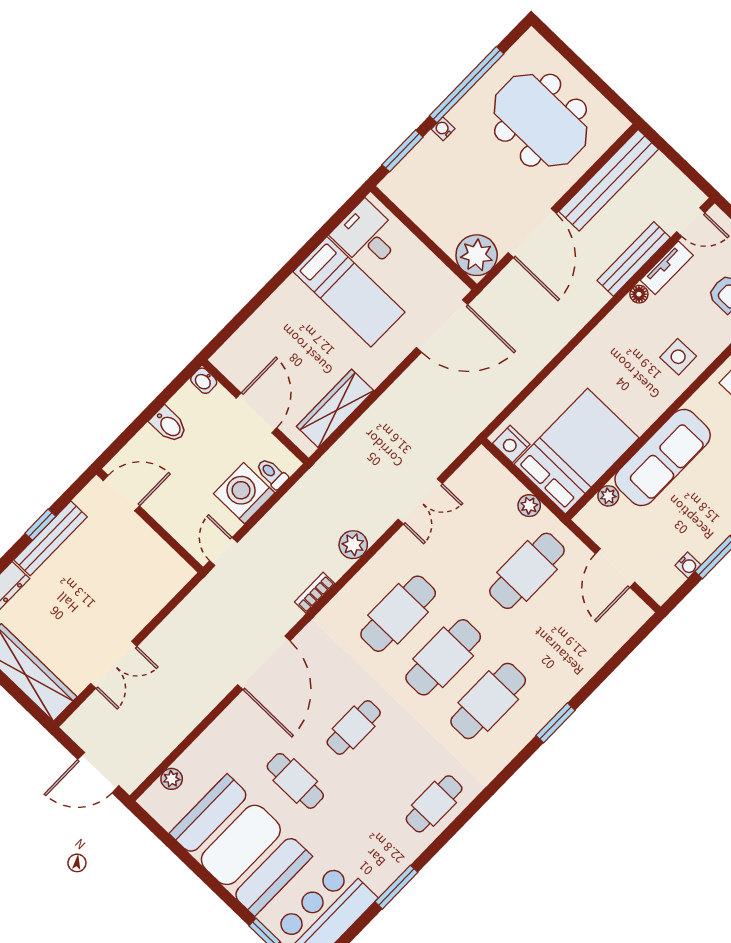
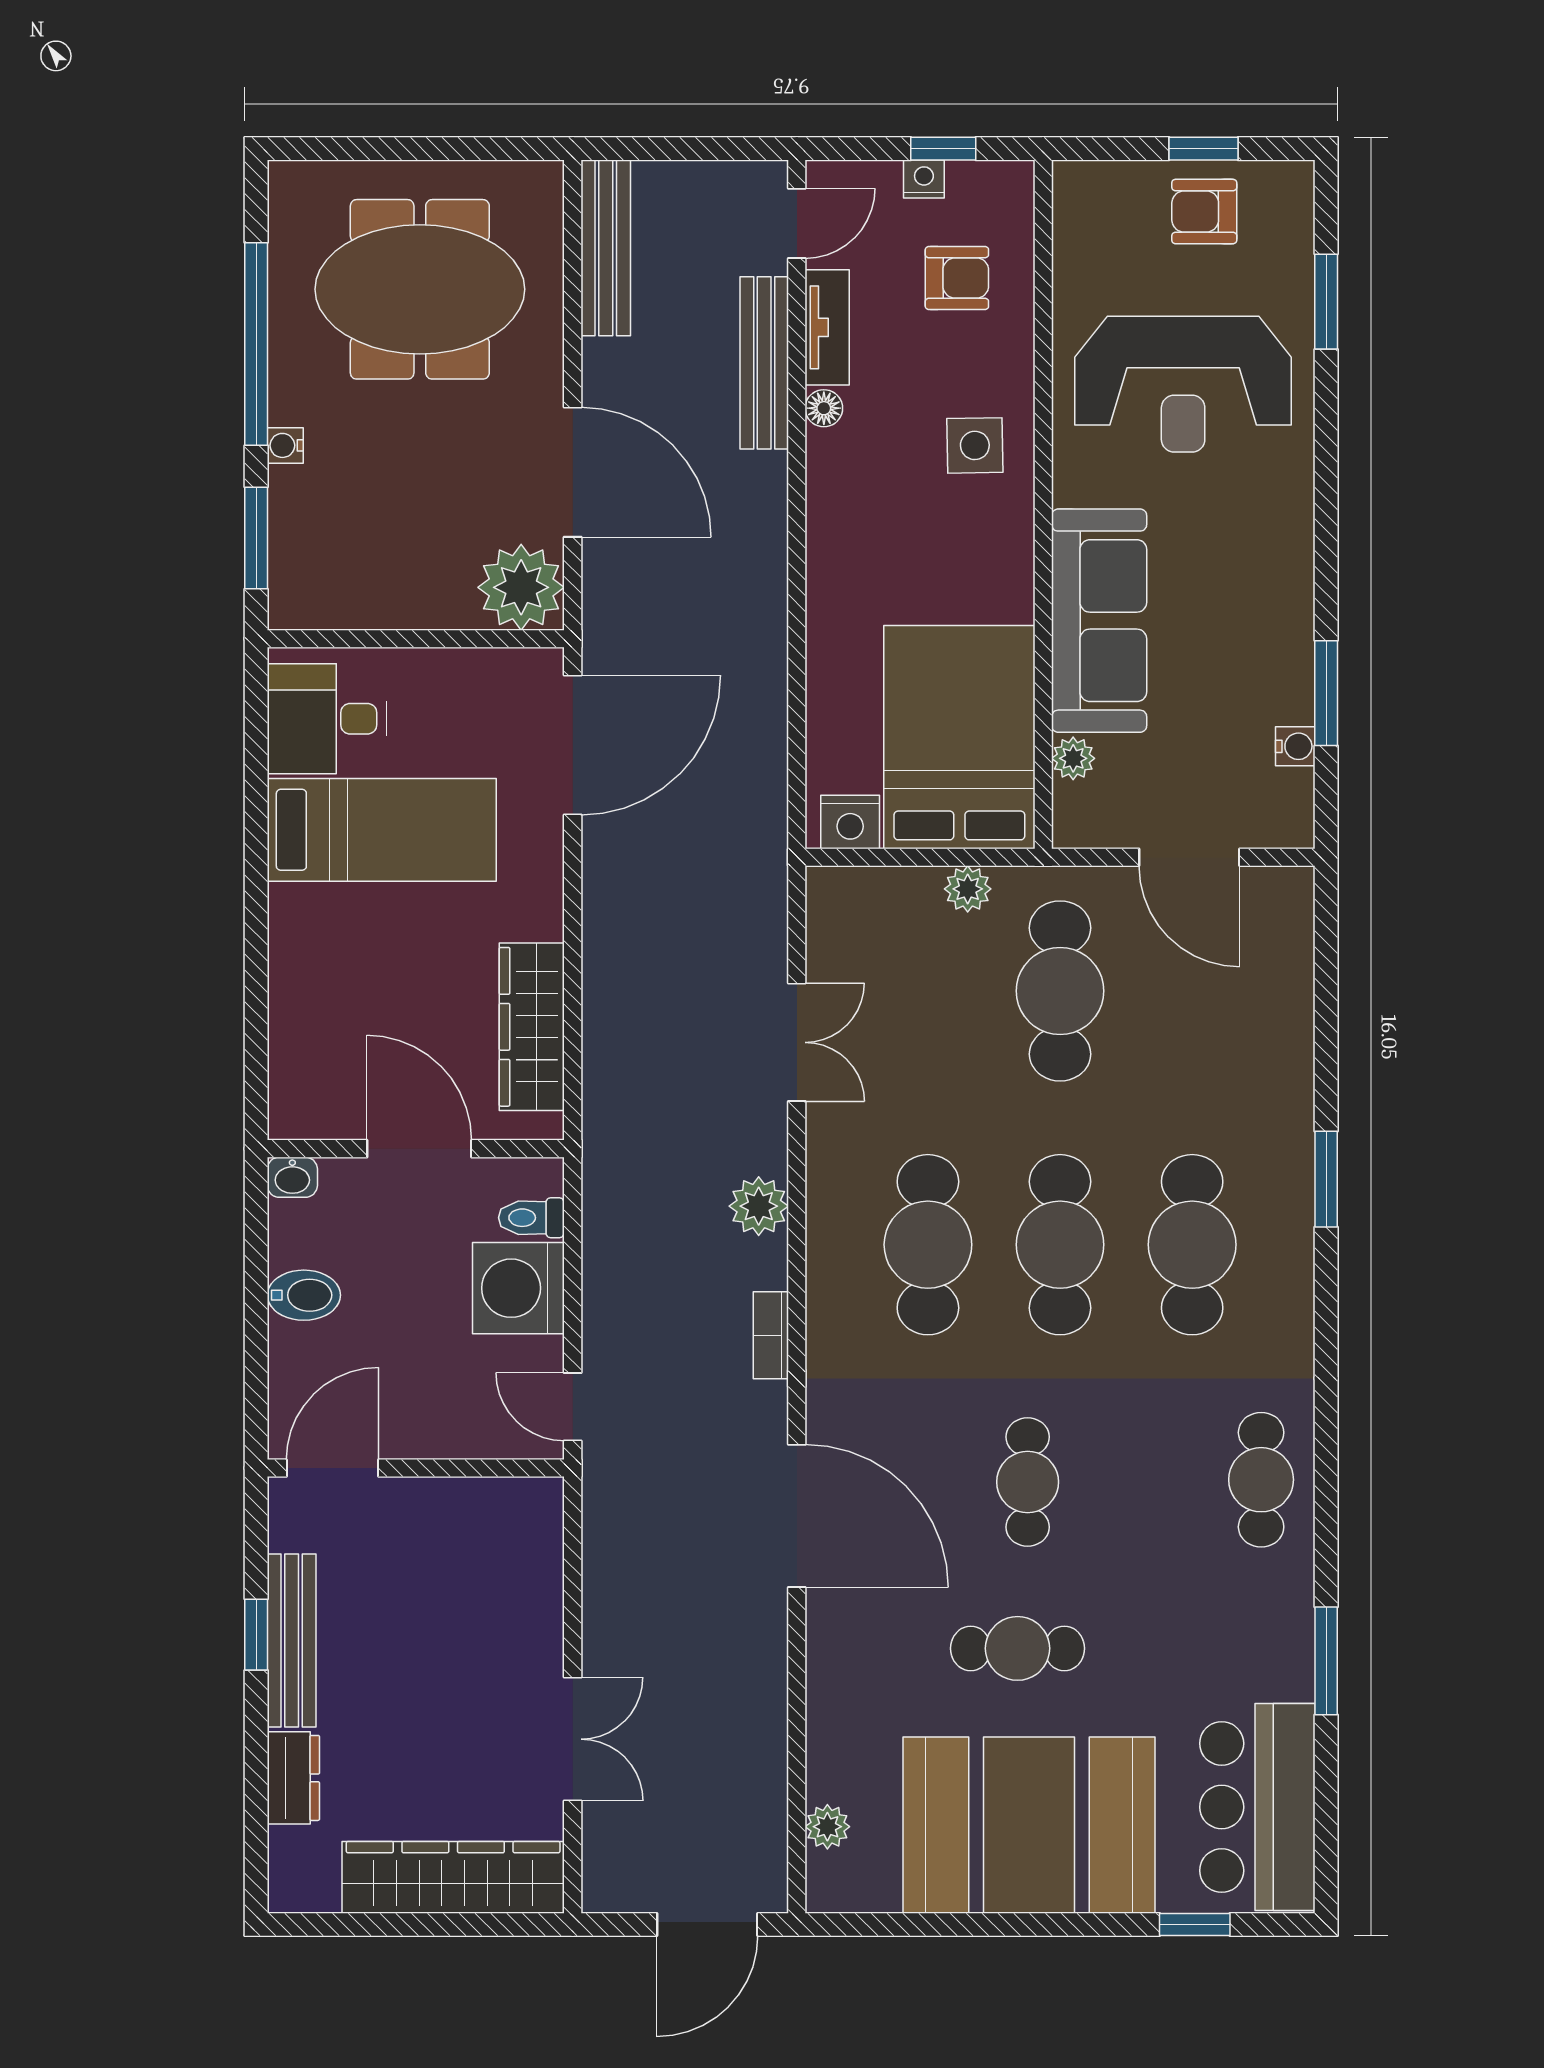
bench: (609, 180) -> (606, 248), width x0.73, depth x0.82

